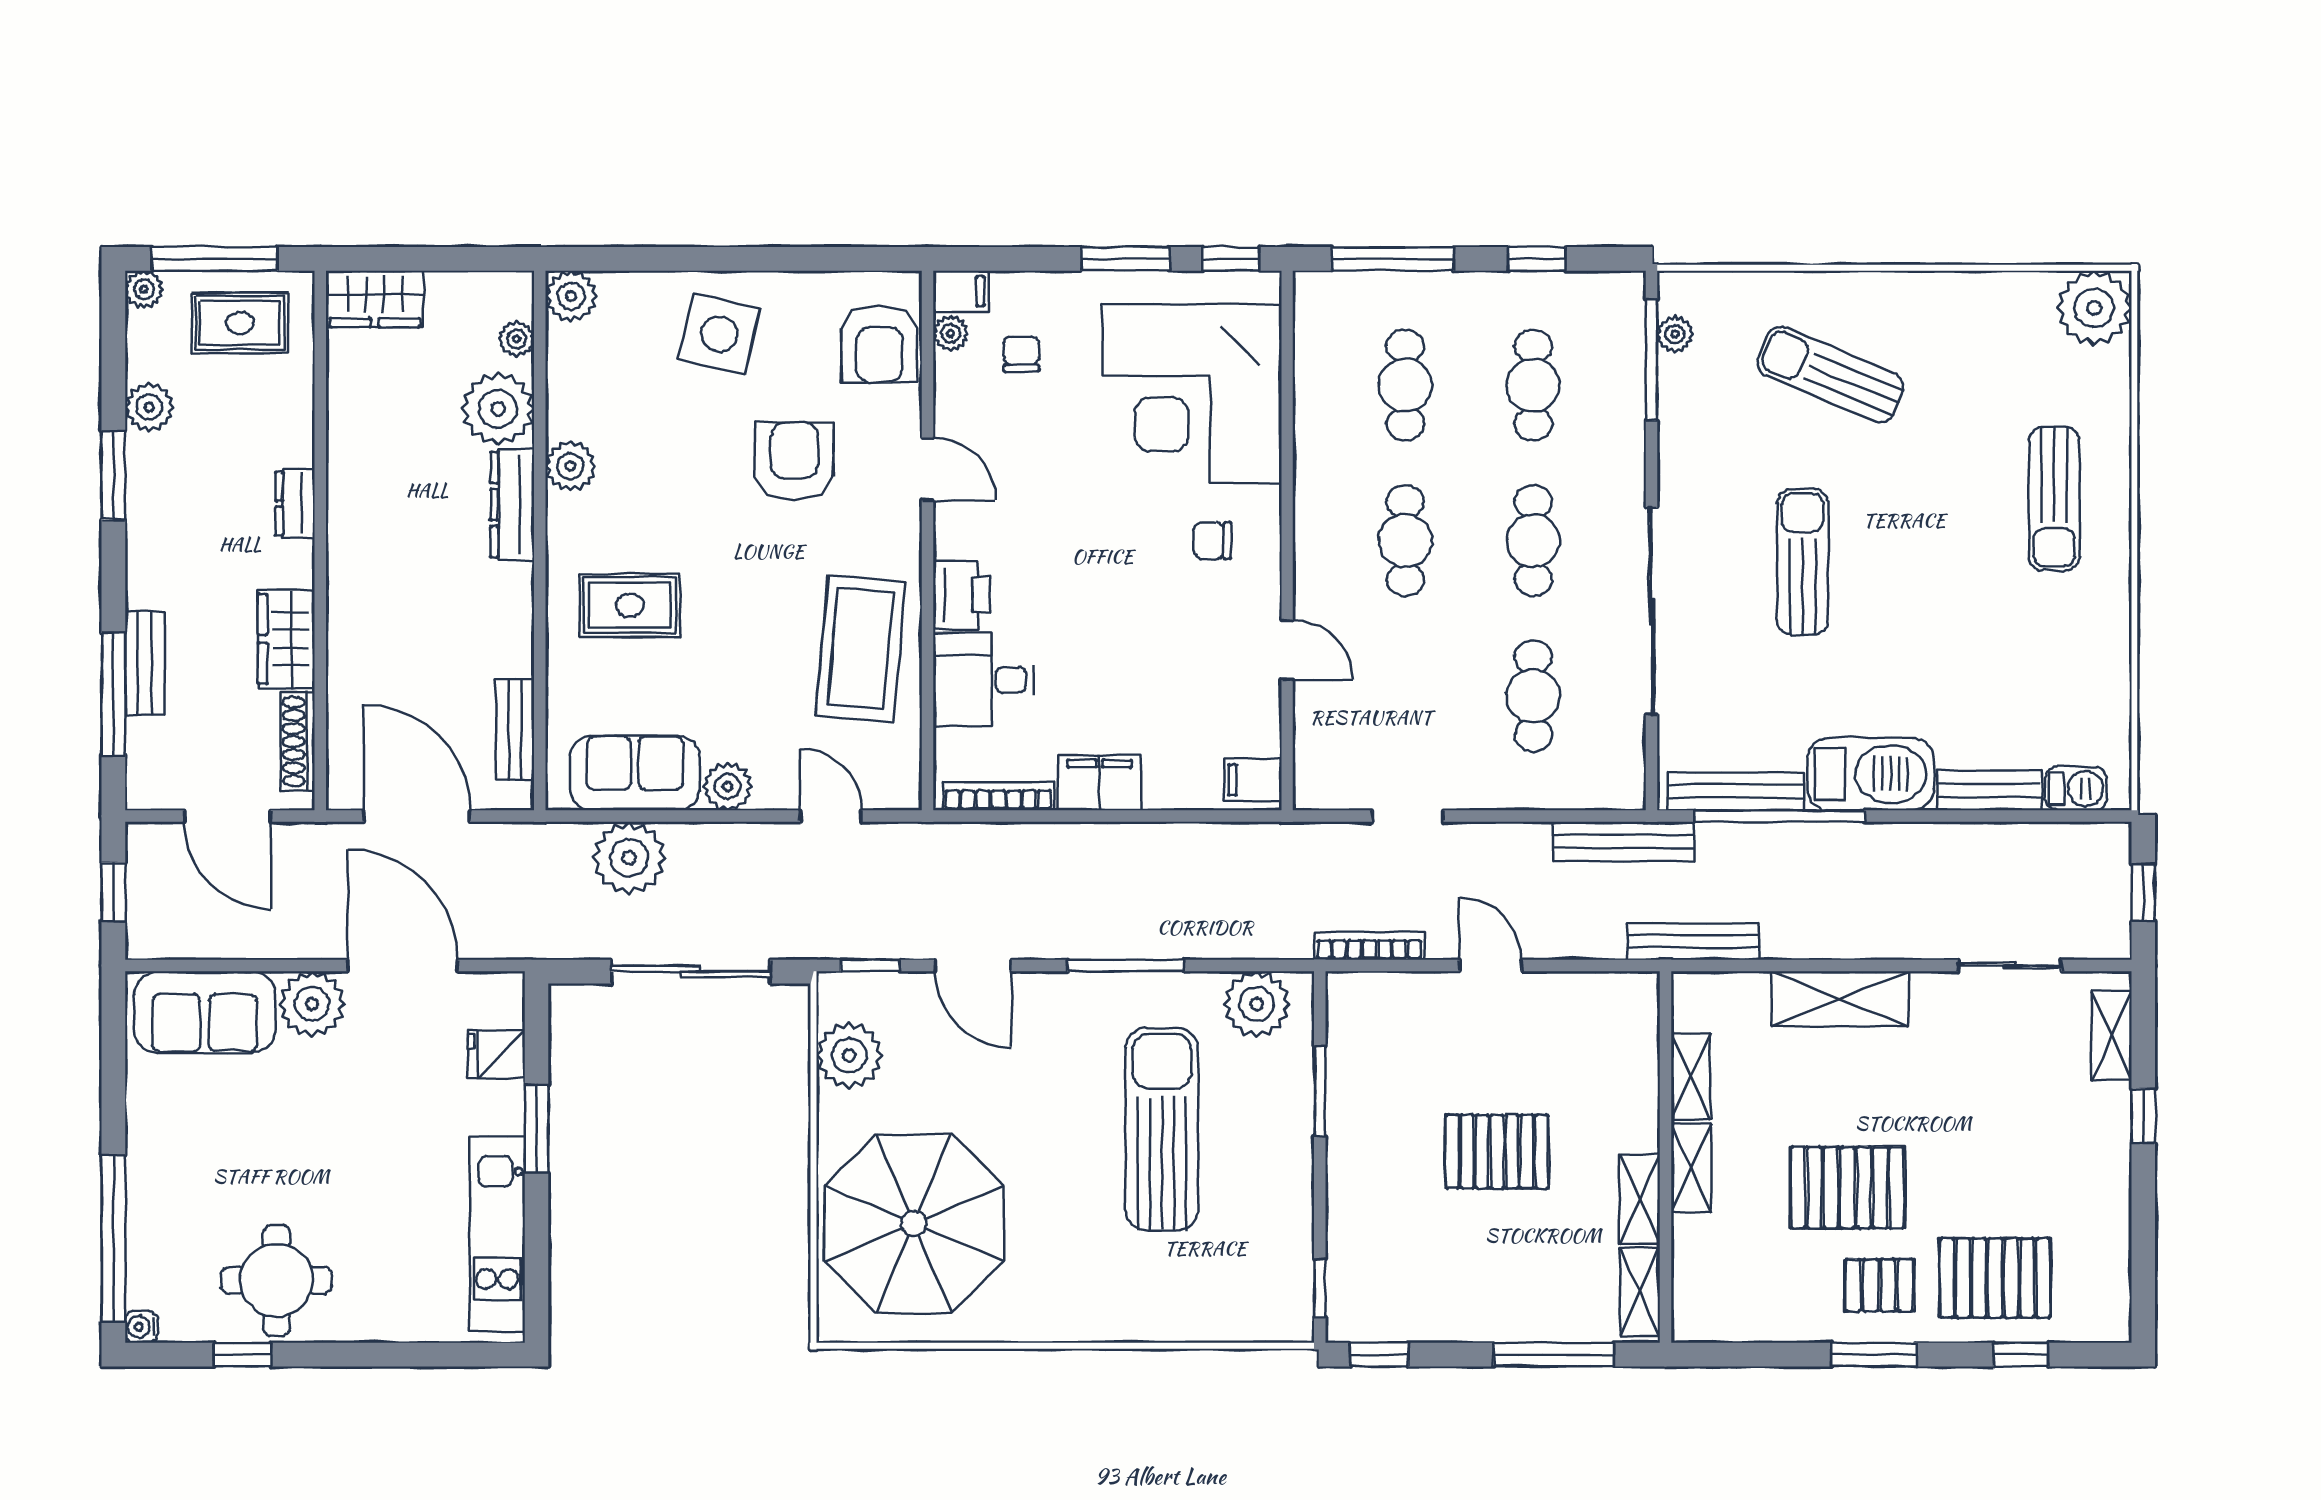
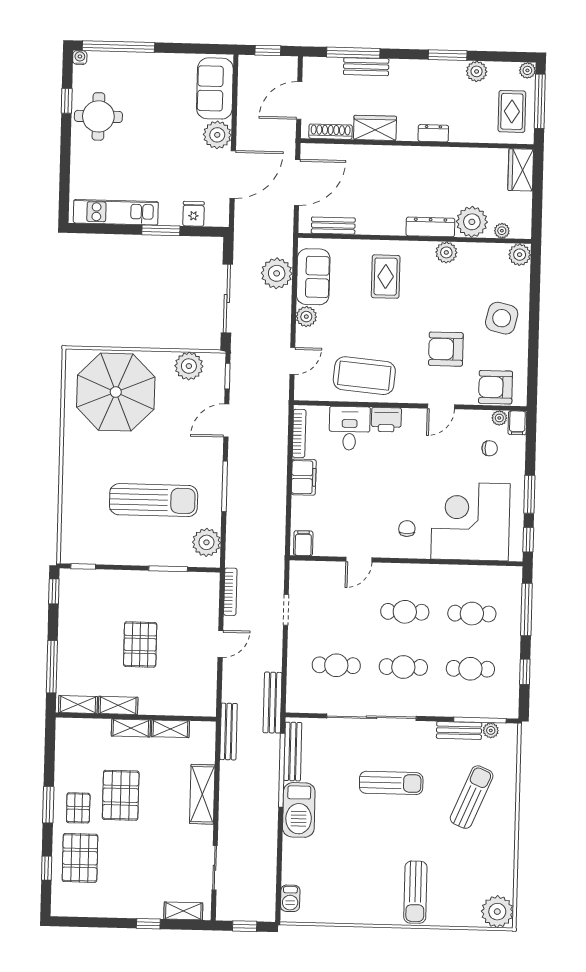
armchair: (794, 461) -> (446, 349), turned 180
sun lounger: (2054, 499) -> (415, 892), turned -90
bench: (1989, 791) -> (459, 730), moved, turned 90

